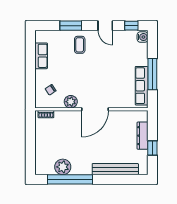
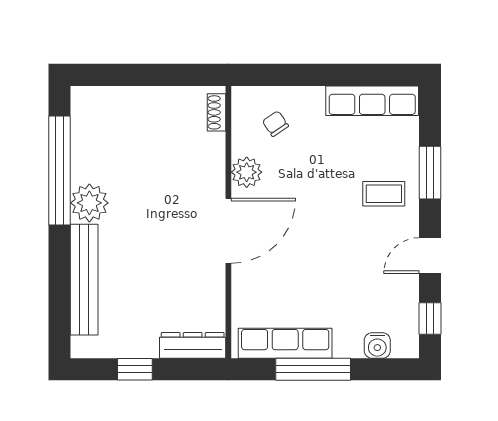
water cooler: (143, 37) -> (377, 345), moved
row of seats: (41, 56) -> (372, 101), width x1.48
door: (95, 109) -> (228, 231), swing flipped
dresser: (143, 136) -> (193, 345), moved
plant: (63, 167) -> (89, 203), moved

